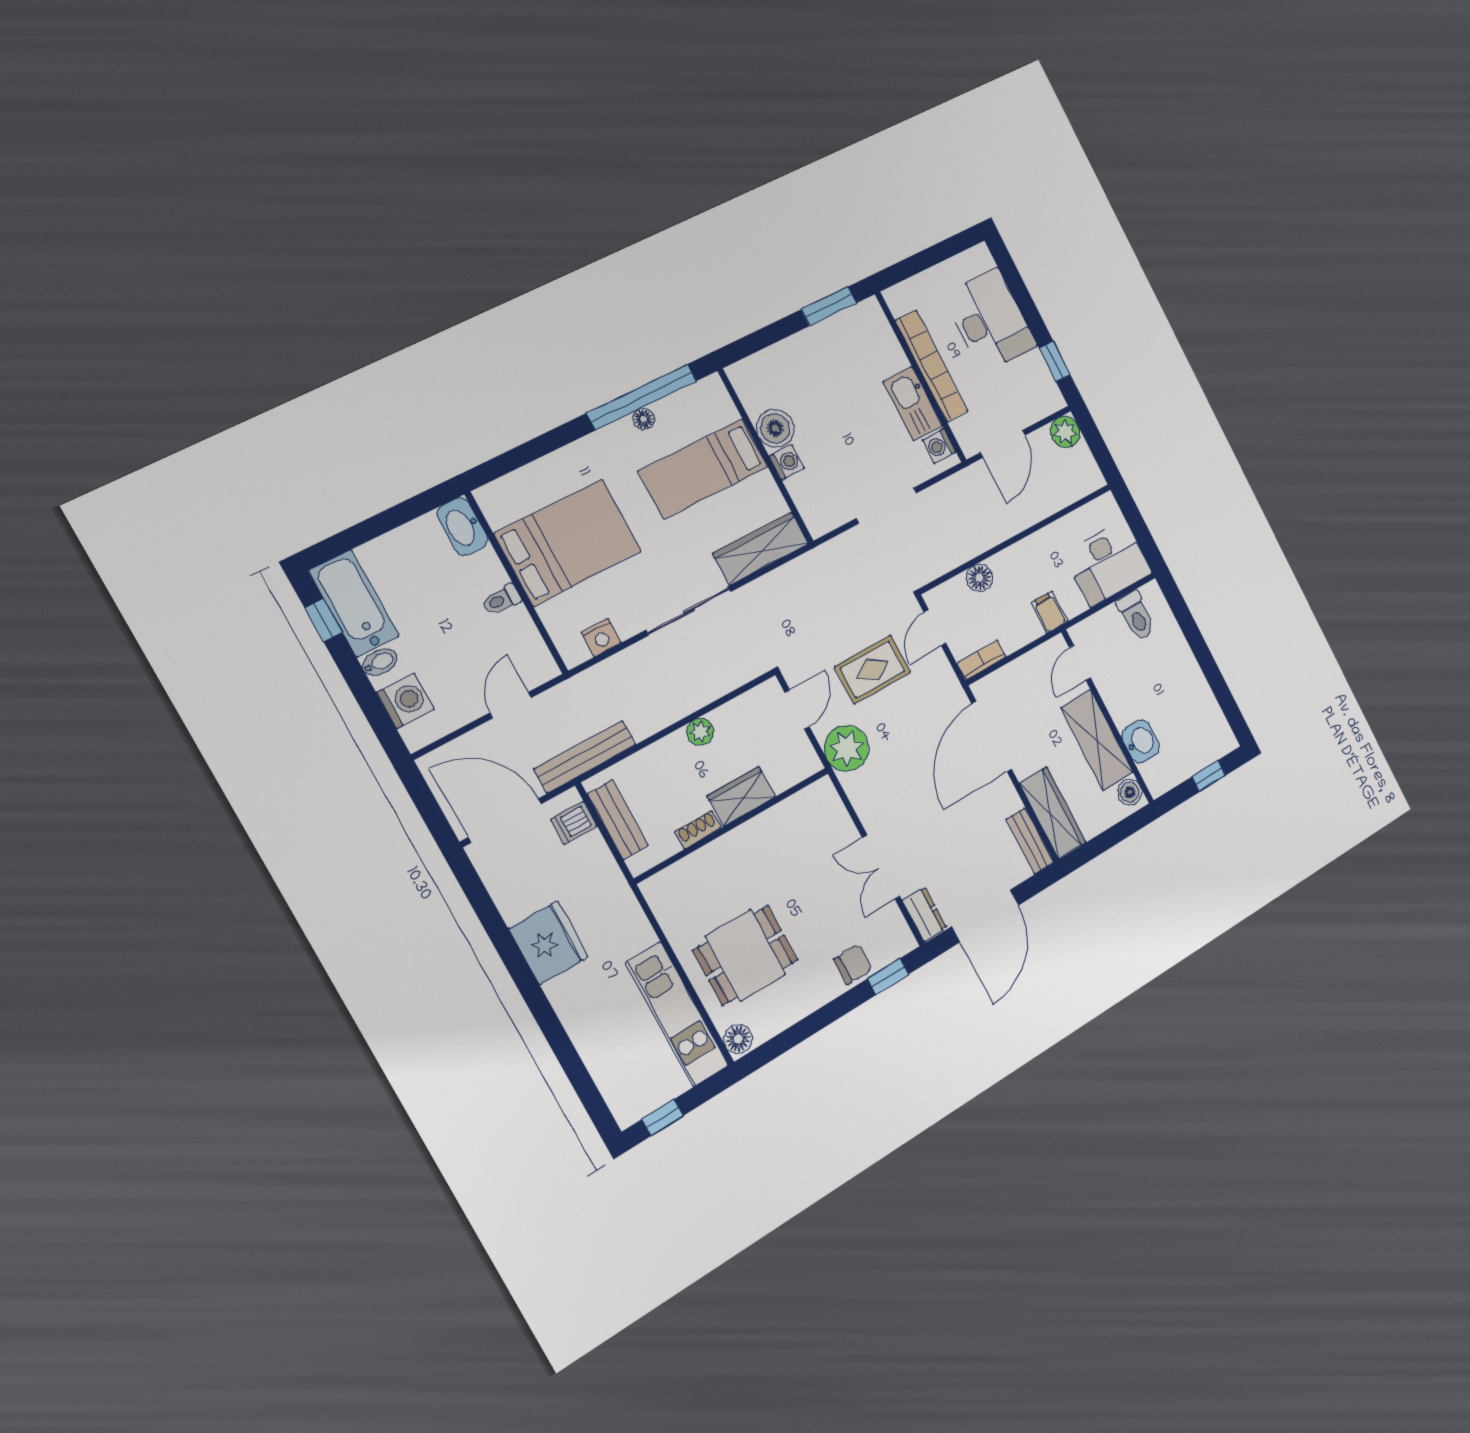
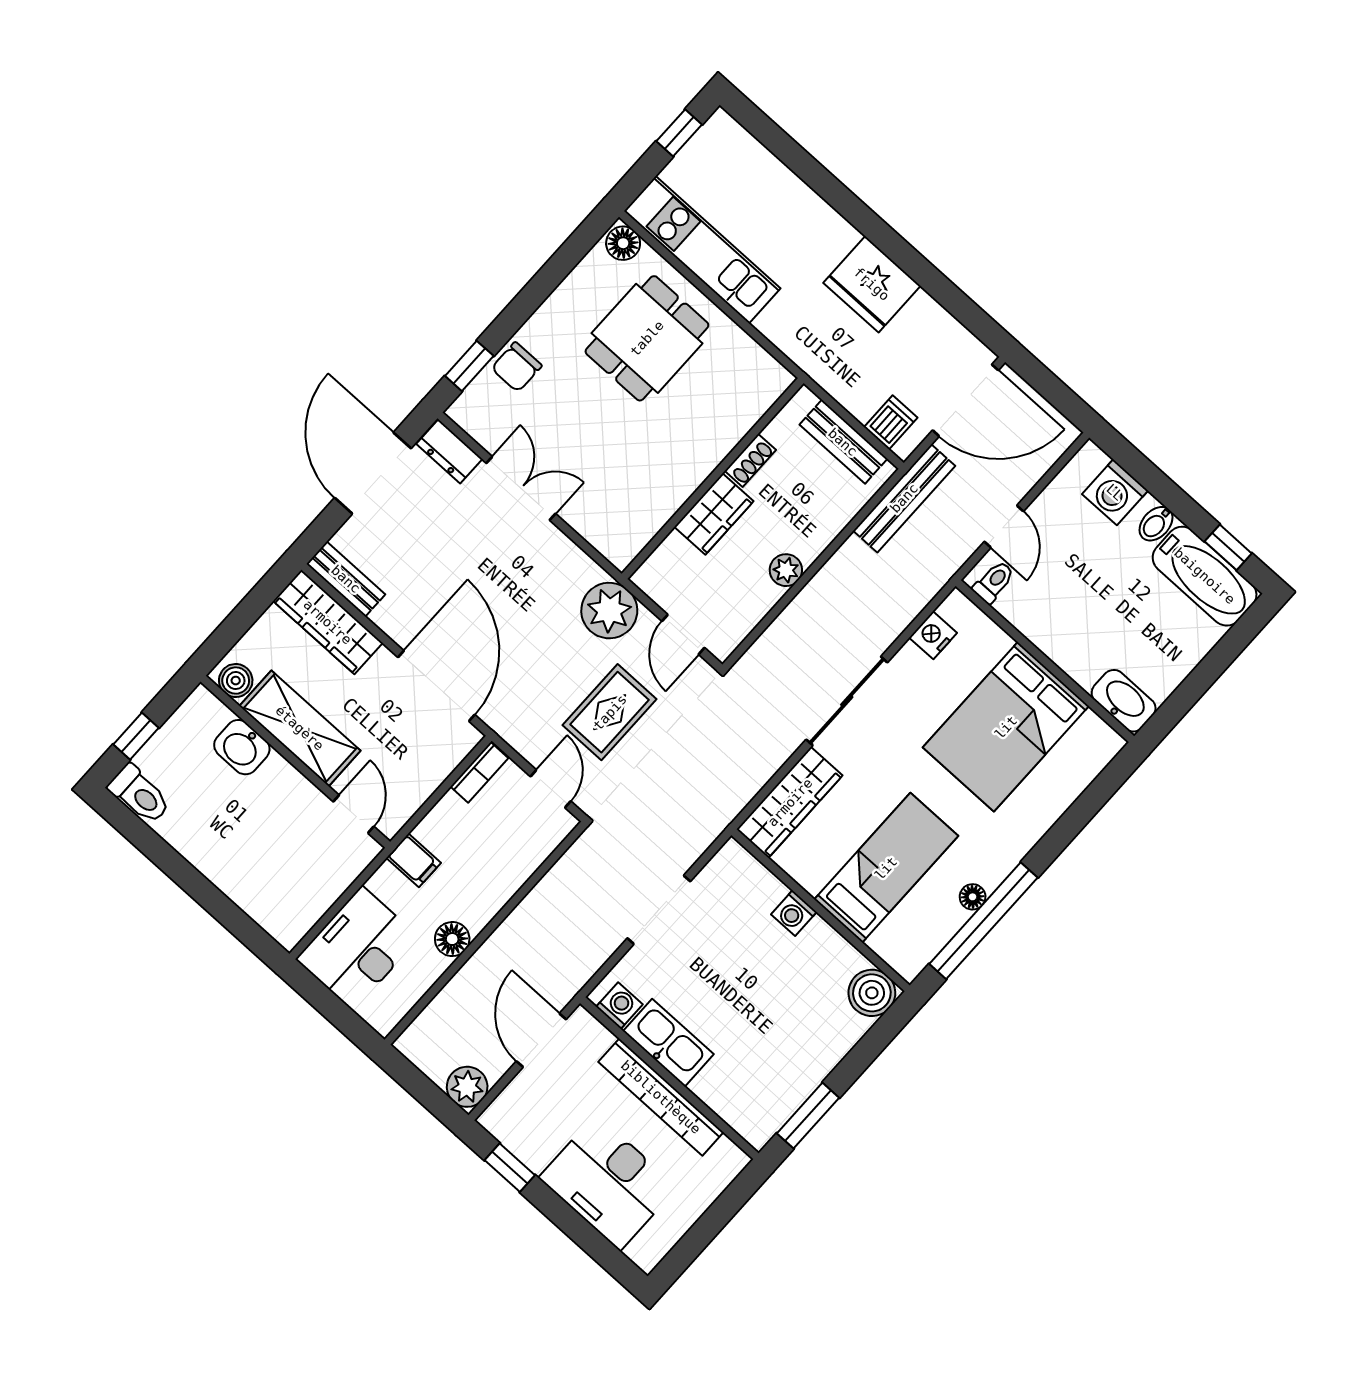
boiler: (775, 428) -> (872, 993), moved
floor lamp: (979, 578) -> (452, 939), moved
toilet: (501, 600) -> (994, 582), moved
toilet: (1136, 616) -> (140, 794), moved, turned 180

